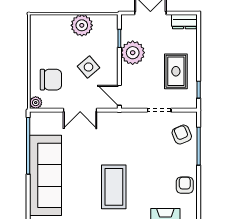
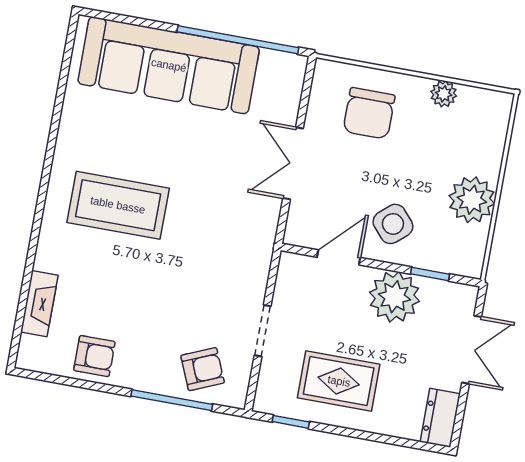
side table: (89, 67) -> (393, 224), moved
door: (119, 95) -> (339, 257), moved
plant: (36, 103) -> (444, 94), moved

